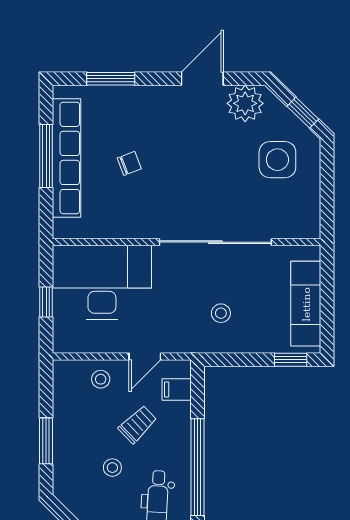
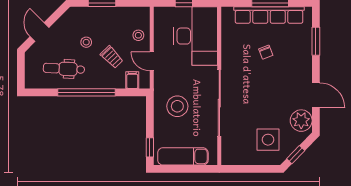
stool: (221, 313) -> (177, 106), width x1.89, depth x1.89

